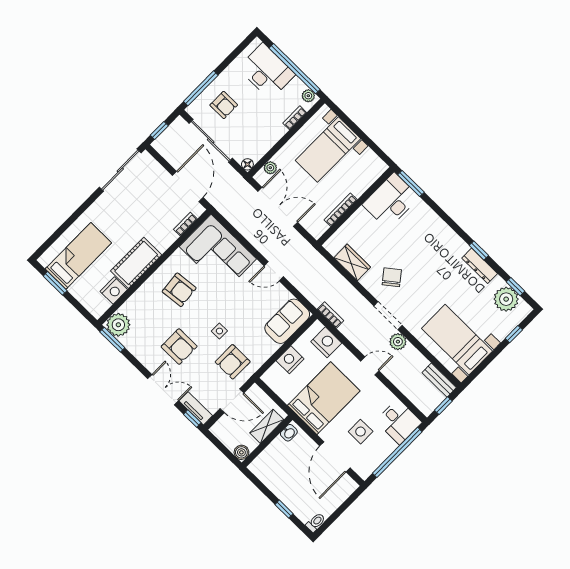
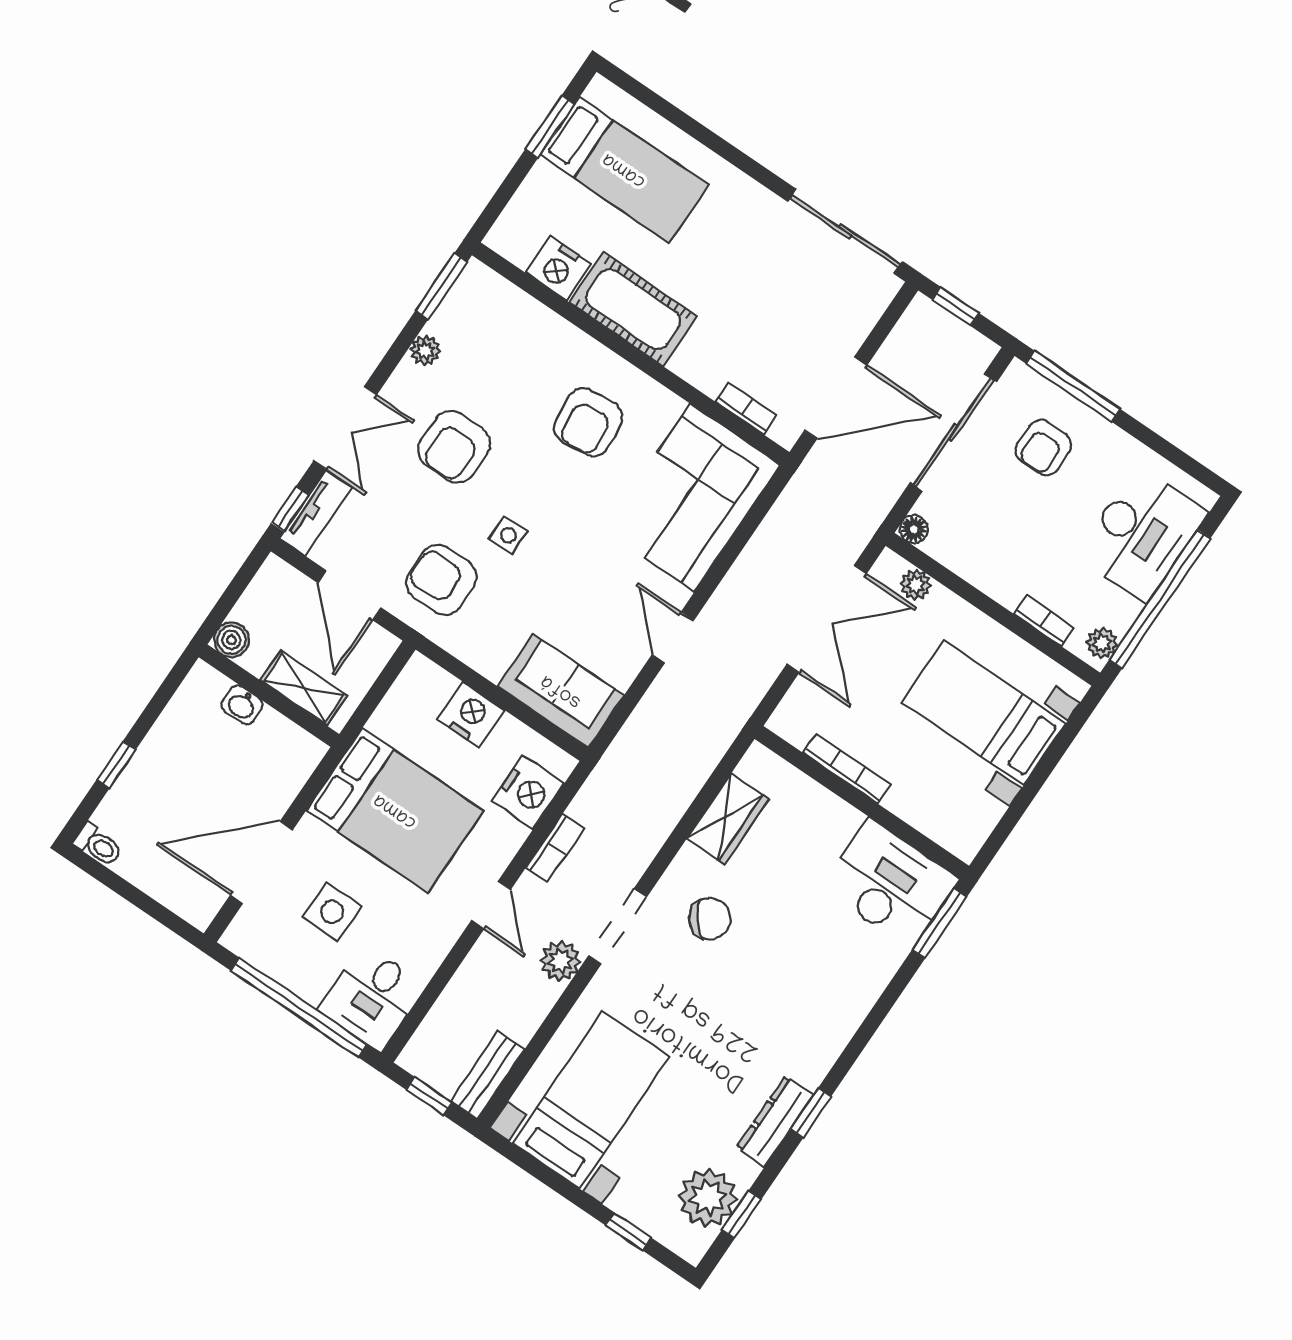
bookcase: (330, 315) -> (555, 848), moved
plant: (118, 325) -> (425, 350), moved, width x0.53, depth x0.53
washbasin: (289, 433) -> (242, 705), moved

